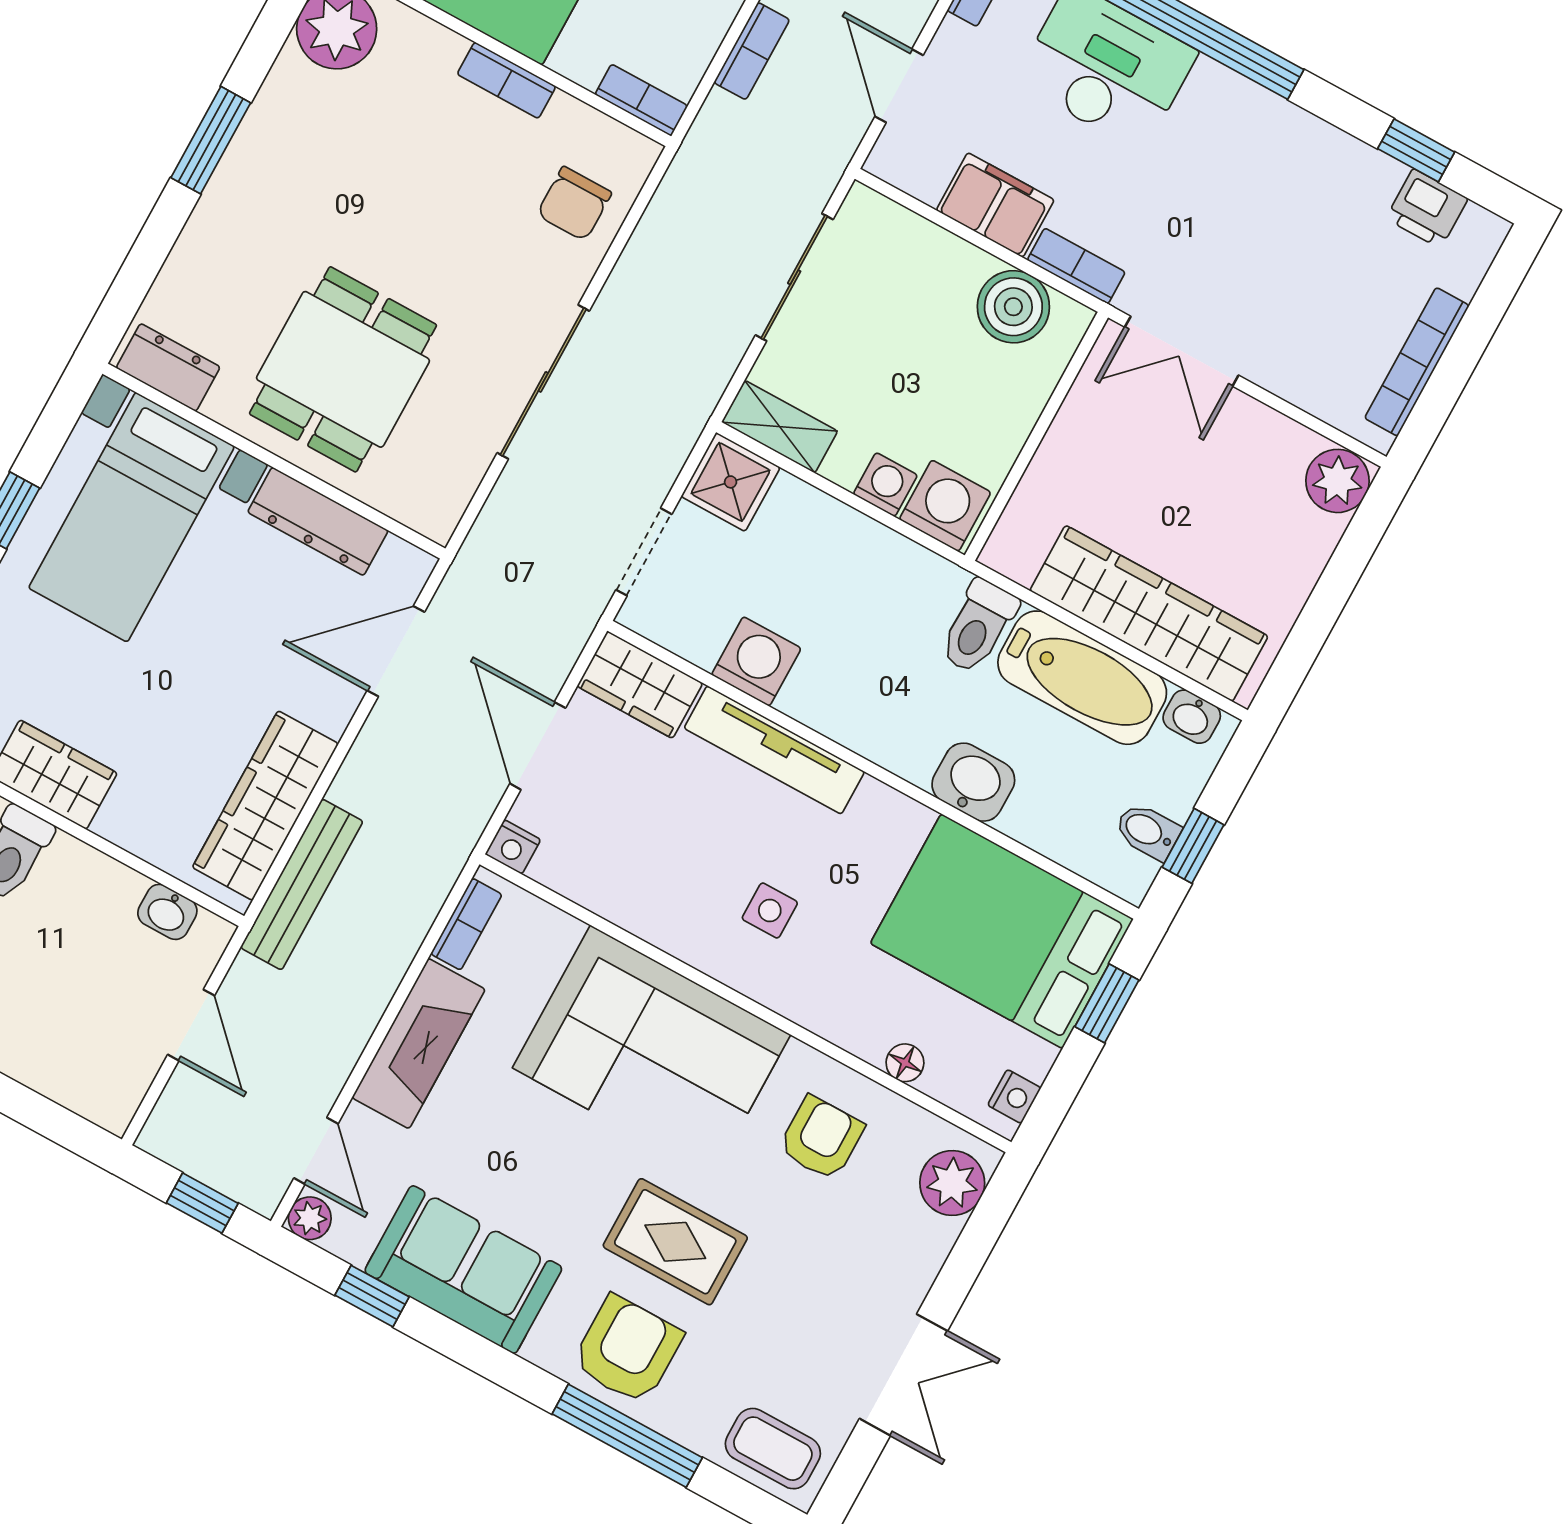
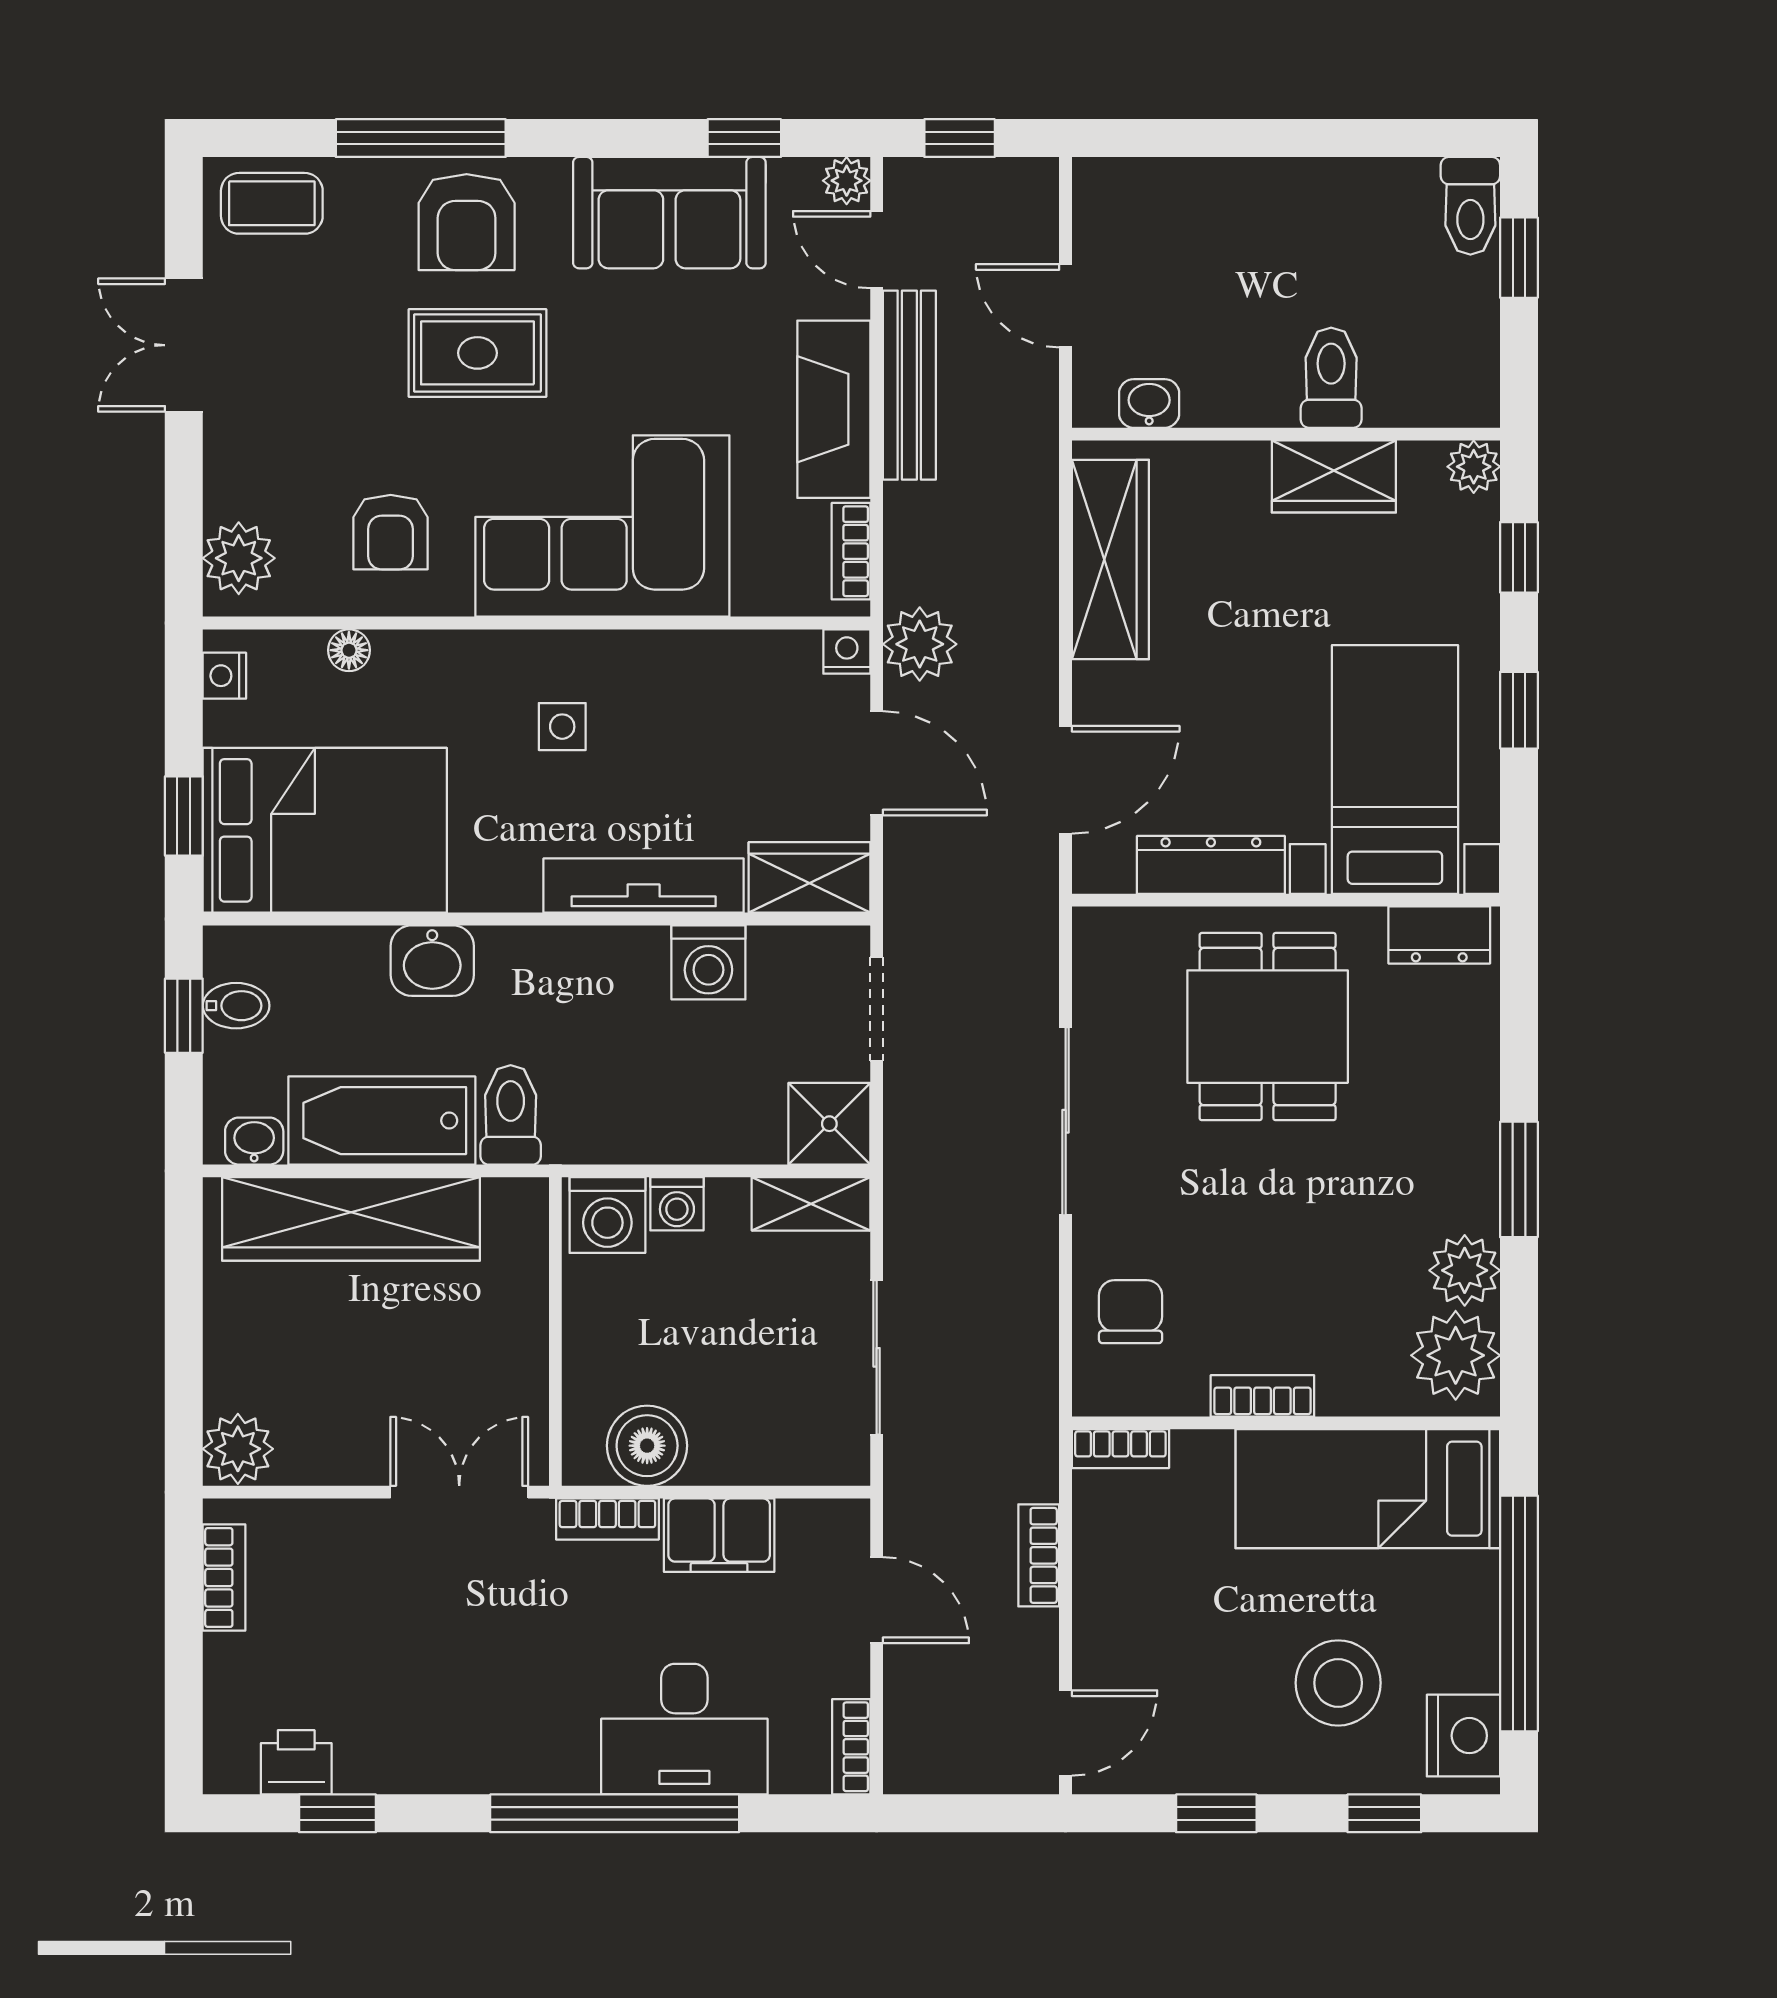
plant: (293, 92) -> (1465, 1270), added
bookcase: (1417, 362) -> (224, 1578), width x0.64
plant: (452, 821) -> (920, 644), added
bench: (302, 884) -> (909, 385), moved

